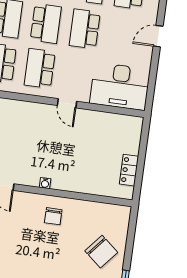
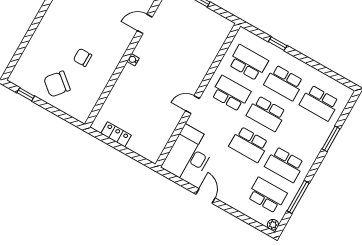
school desk: (85, 29) -> (249, 144), turned 180
door: (158, 36) -> (205, 196), moved
chair: (53, 216) -> (83, 57), moved

